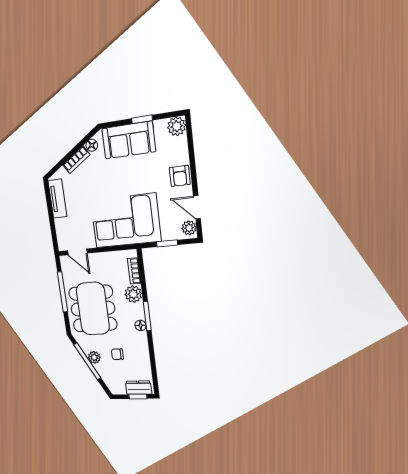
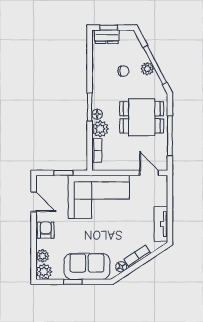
plant: (189, 228) -> (42, 256), moved
dining table: (93, 309) -> (142, 117), width x0.73
floor lamp: (141, 325) -> (97, 114), moved

